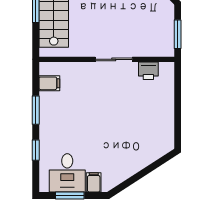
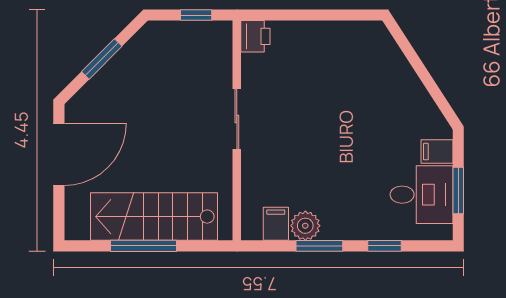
window: (178, 34) -> (196, 15), width x0.67
printer: (148, 71) -> (255, 36), moved
plant: (48, 101) -> (305, 226), added

